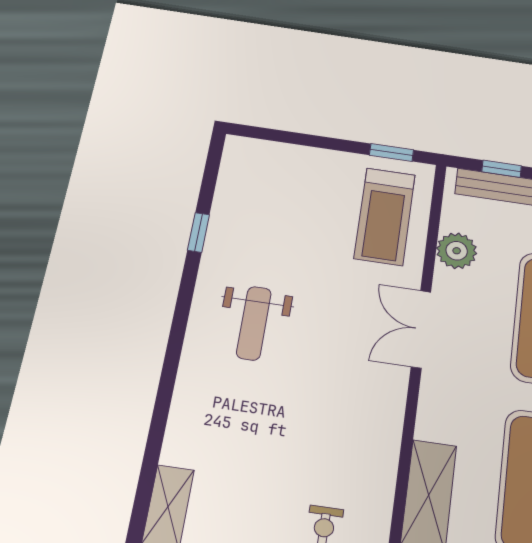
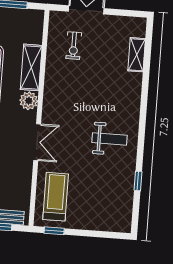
plant: (457, 251) -> (29, 101), moved
weight bench: (254, 323) -> (110, 139), turned 90

